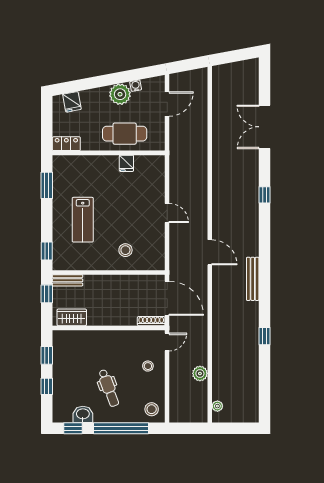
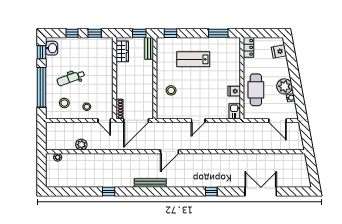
kitchen sink: (154, 163) -> (235, 111), added
stool: (152, 409) -> (64, 103), moved
washbasin: (83, 414) -> (52, 48), moved

